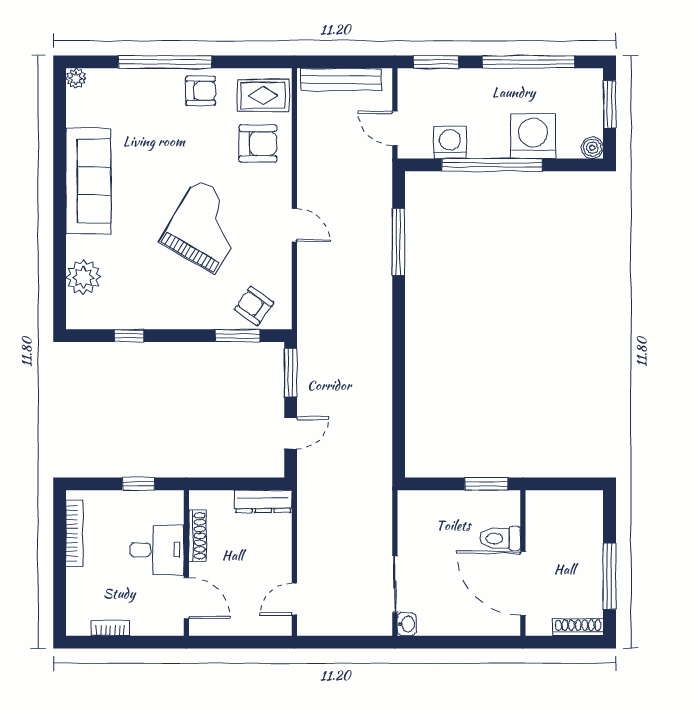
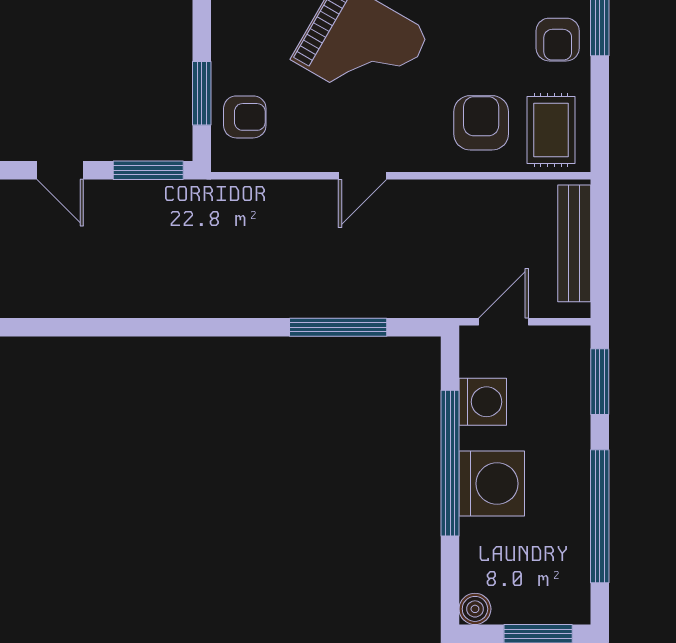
washing machine: (533, 136) -> (492, 484), moved
armchair: (258, 144) -> (481, 123), turned 180
armchair: (254, 306) -> (245, 117), turned 55

